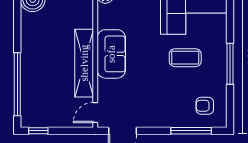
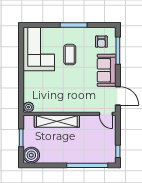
sofa: (111, 54) -> (107, 70), moved, turned -90
shelving: (84, 63) -> (57, 121), moved

